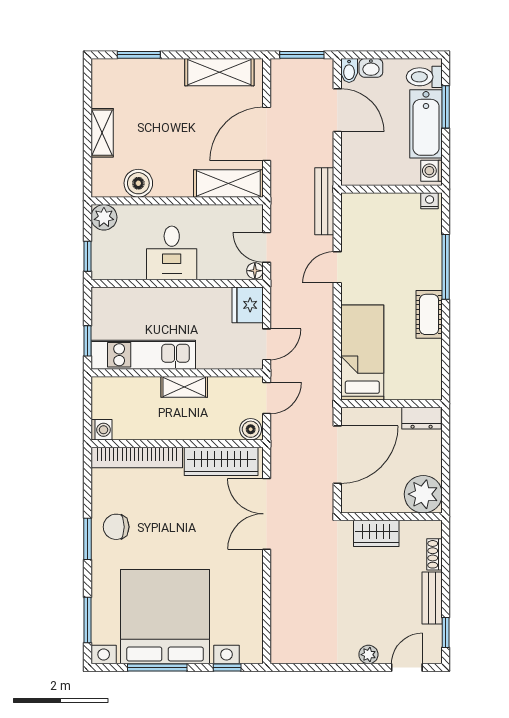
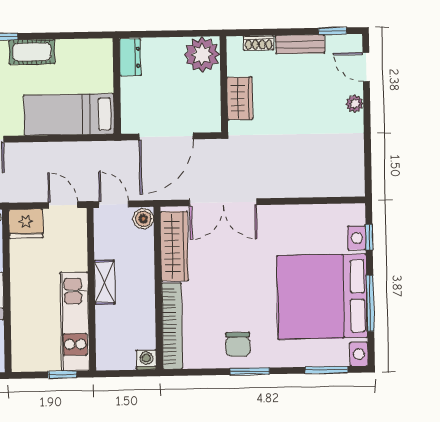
door: (337, 455) -> (166, 136), swing flipped

